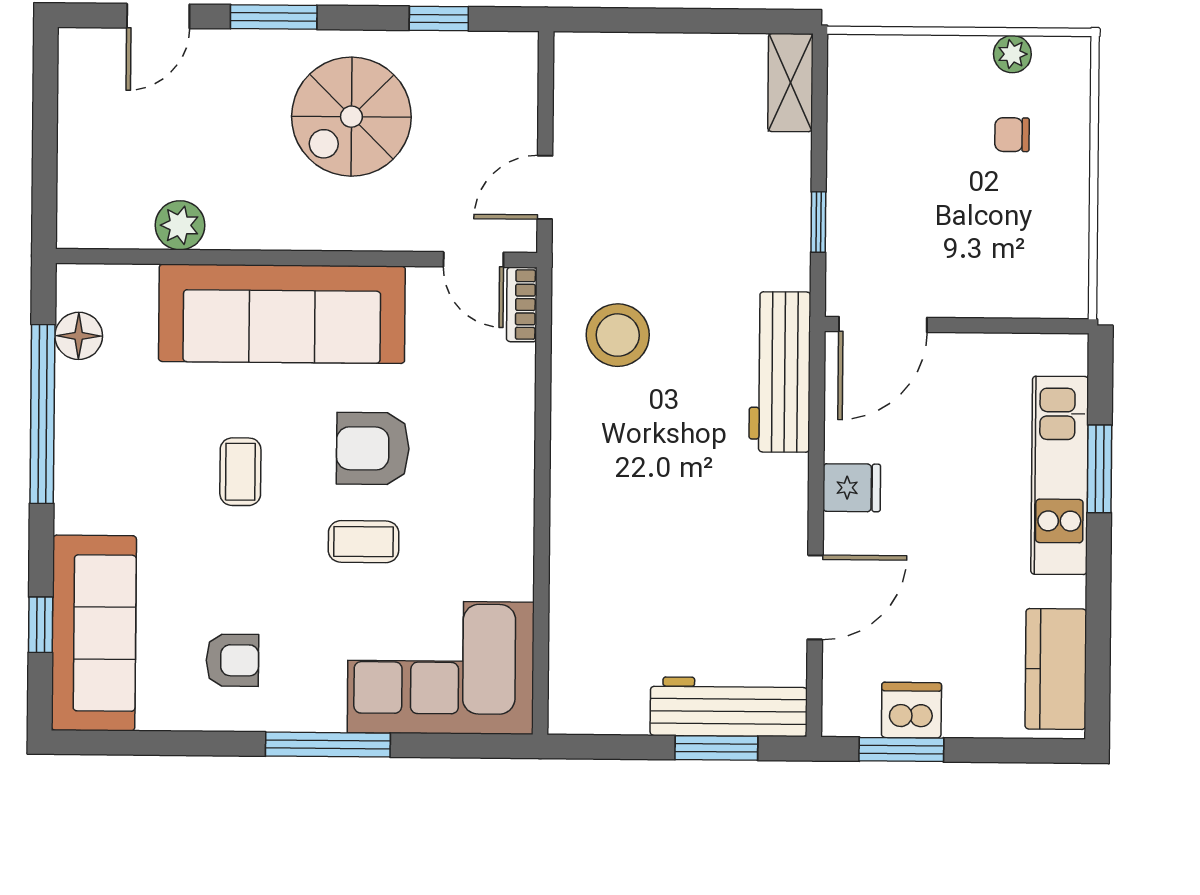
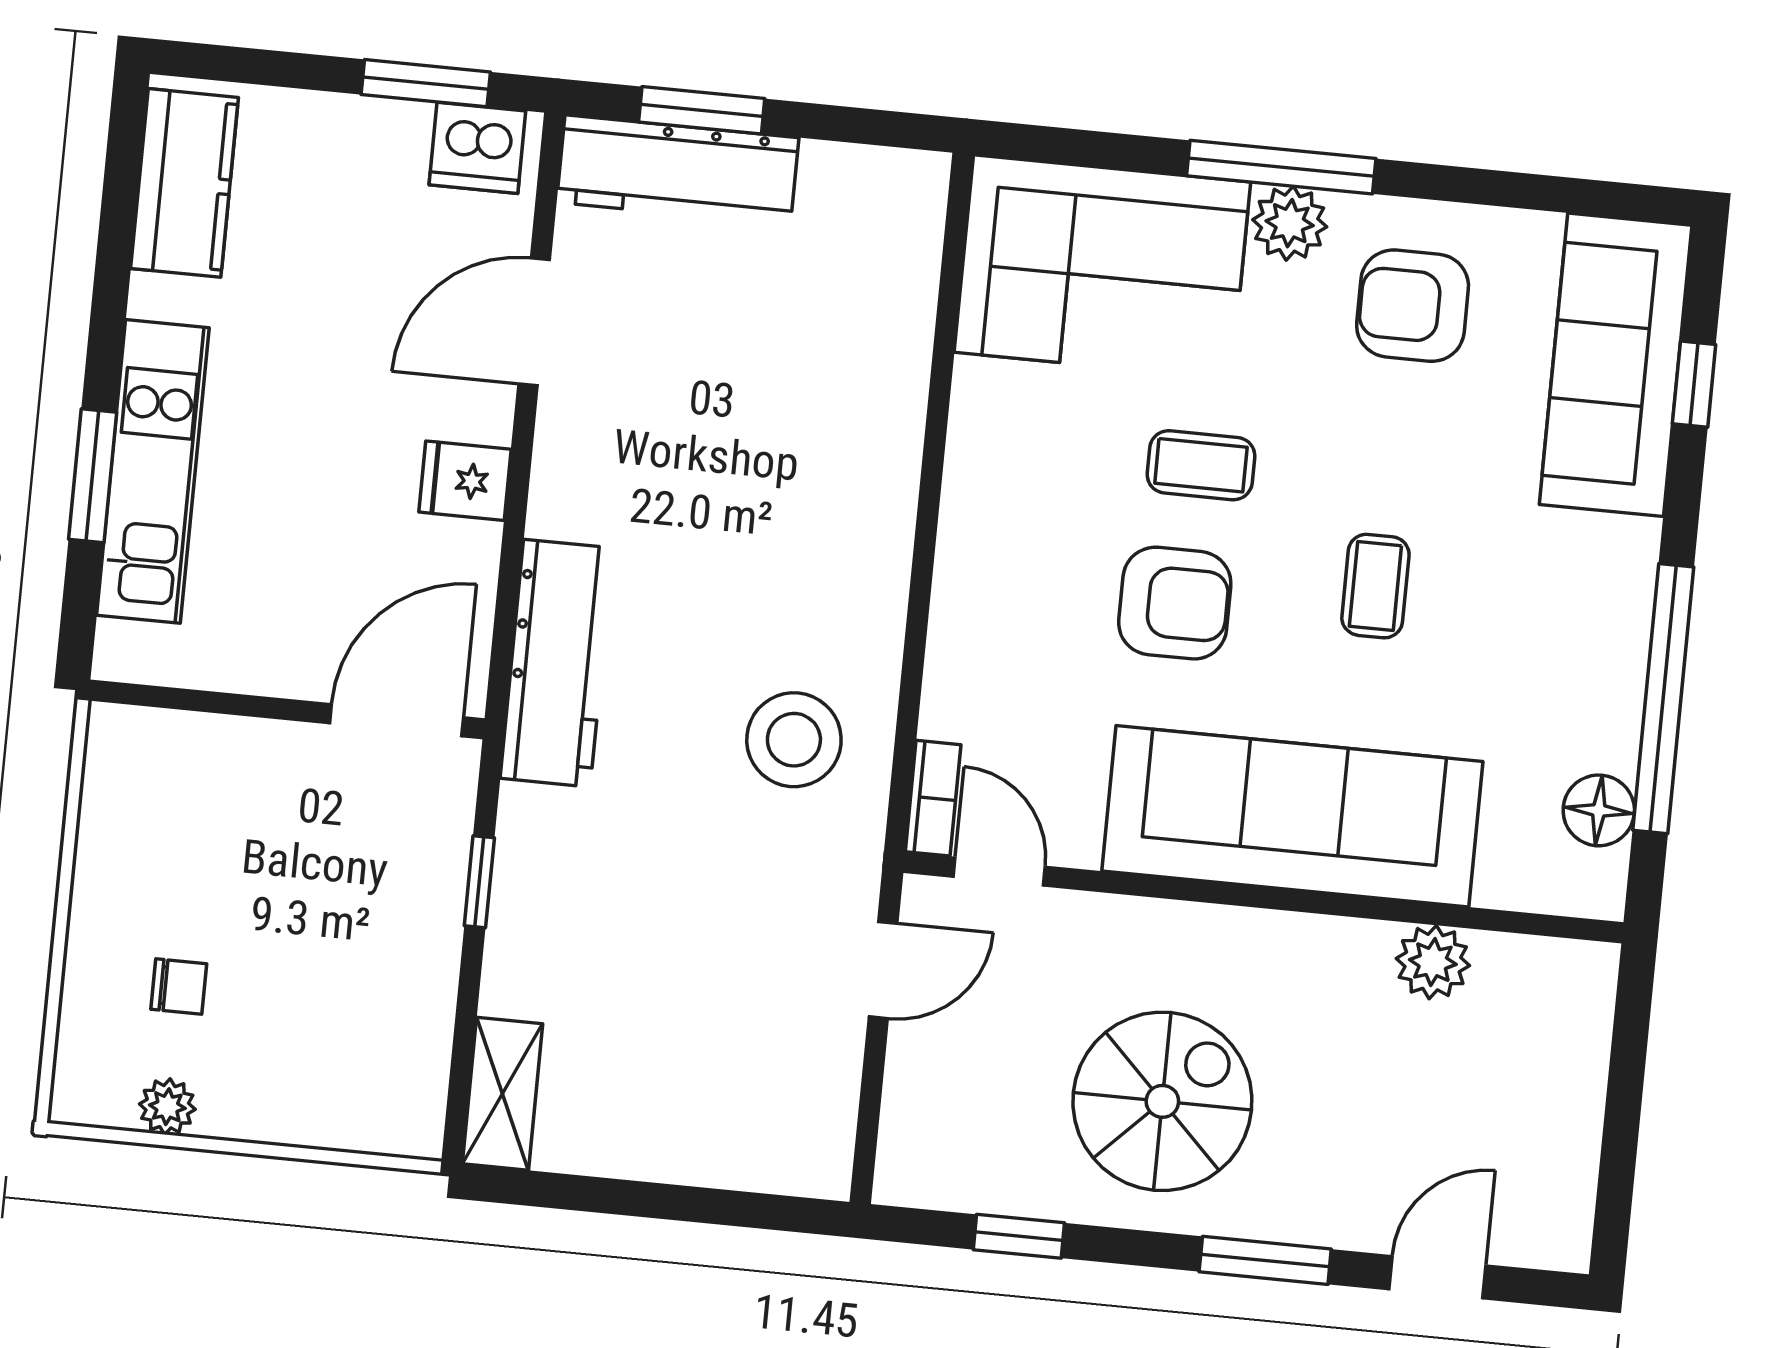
armchair: (232, 660) -> (1413, 306), width x1.38, depth x1.38
plant: (319, 708) -> (1290, 223), added
dishwasher: (911, 710) -> (477, 148), moved

